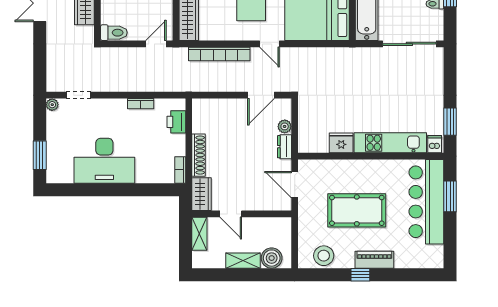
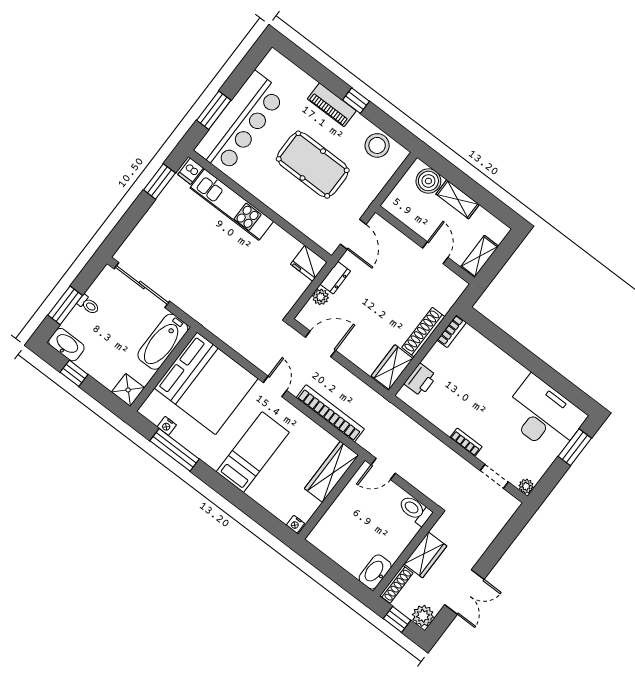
bookcase: (141, 104) -> (466, 442), moved
fridge: (341, 143) -> (309, 263), moved
desk: (104, 161) -> (544, 415), moved
wardrobe: (202, 194) -> (392, 367), moved

